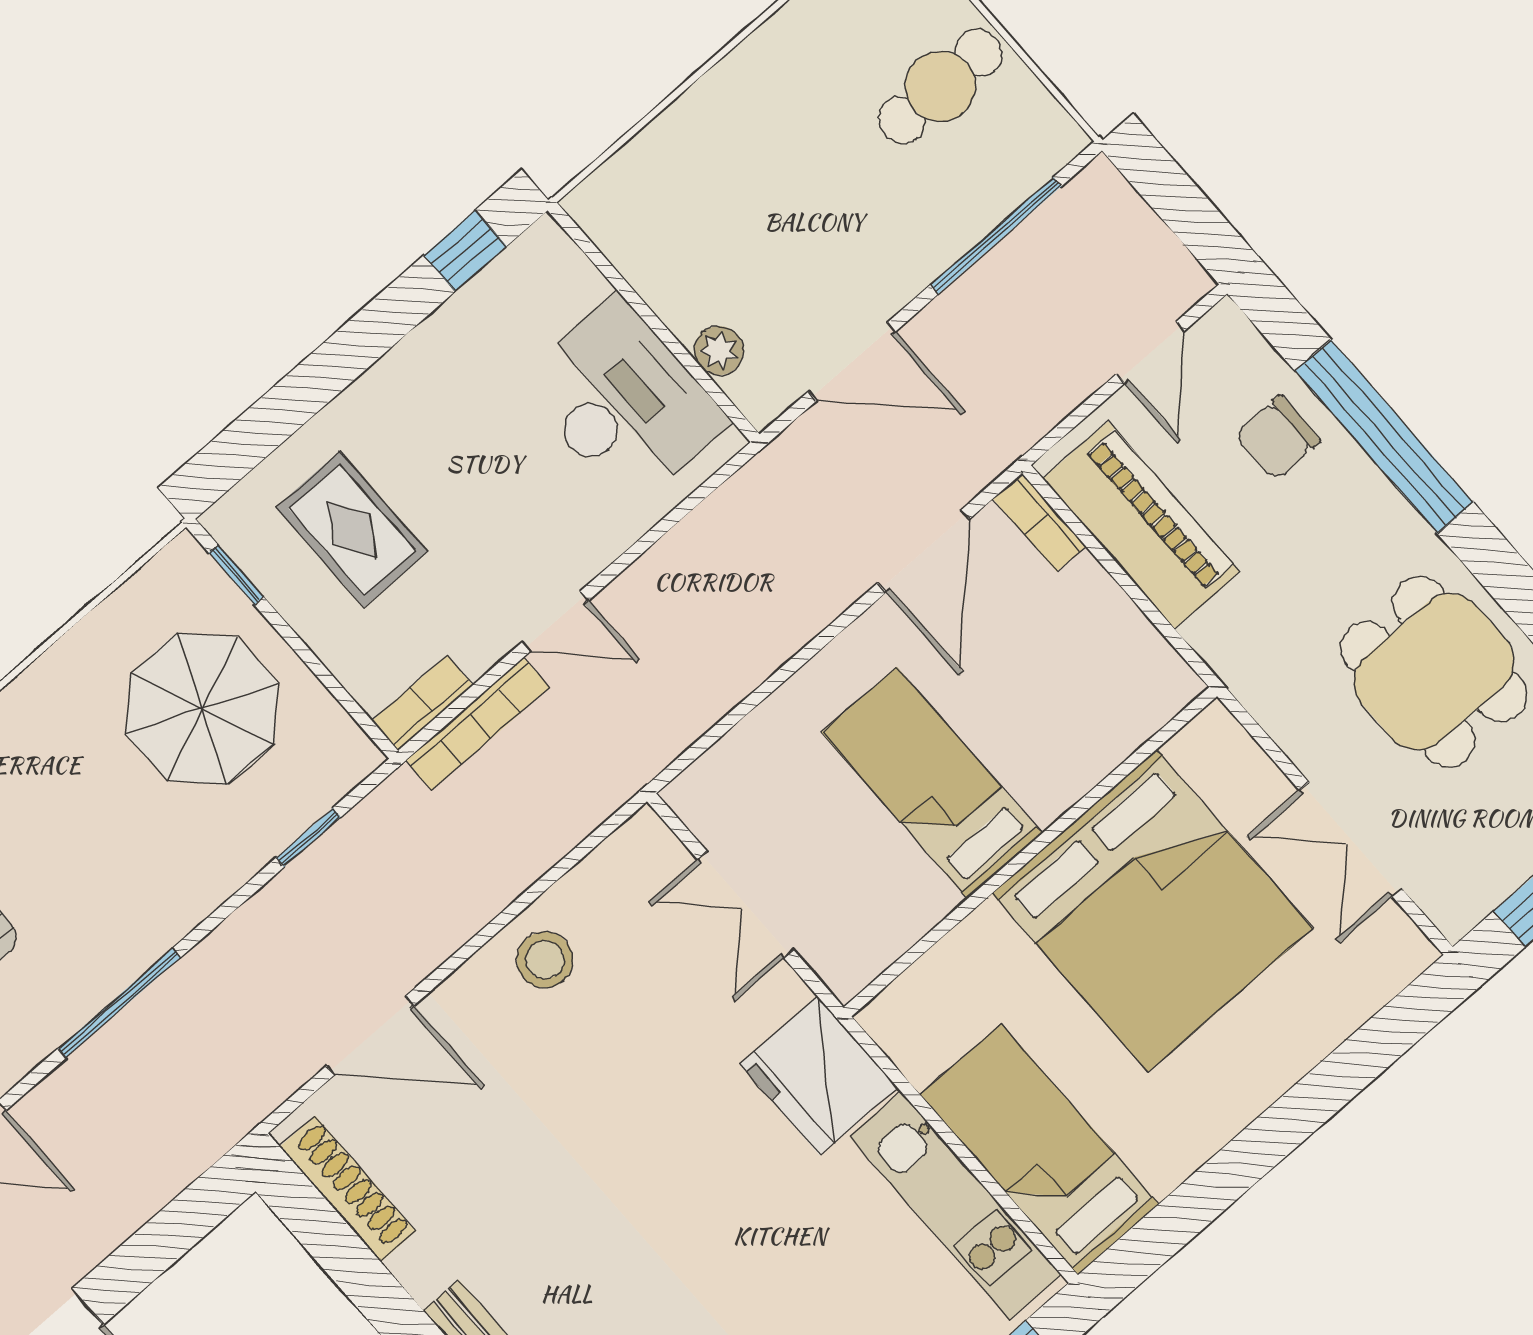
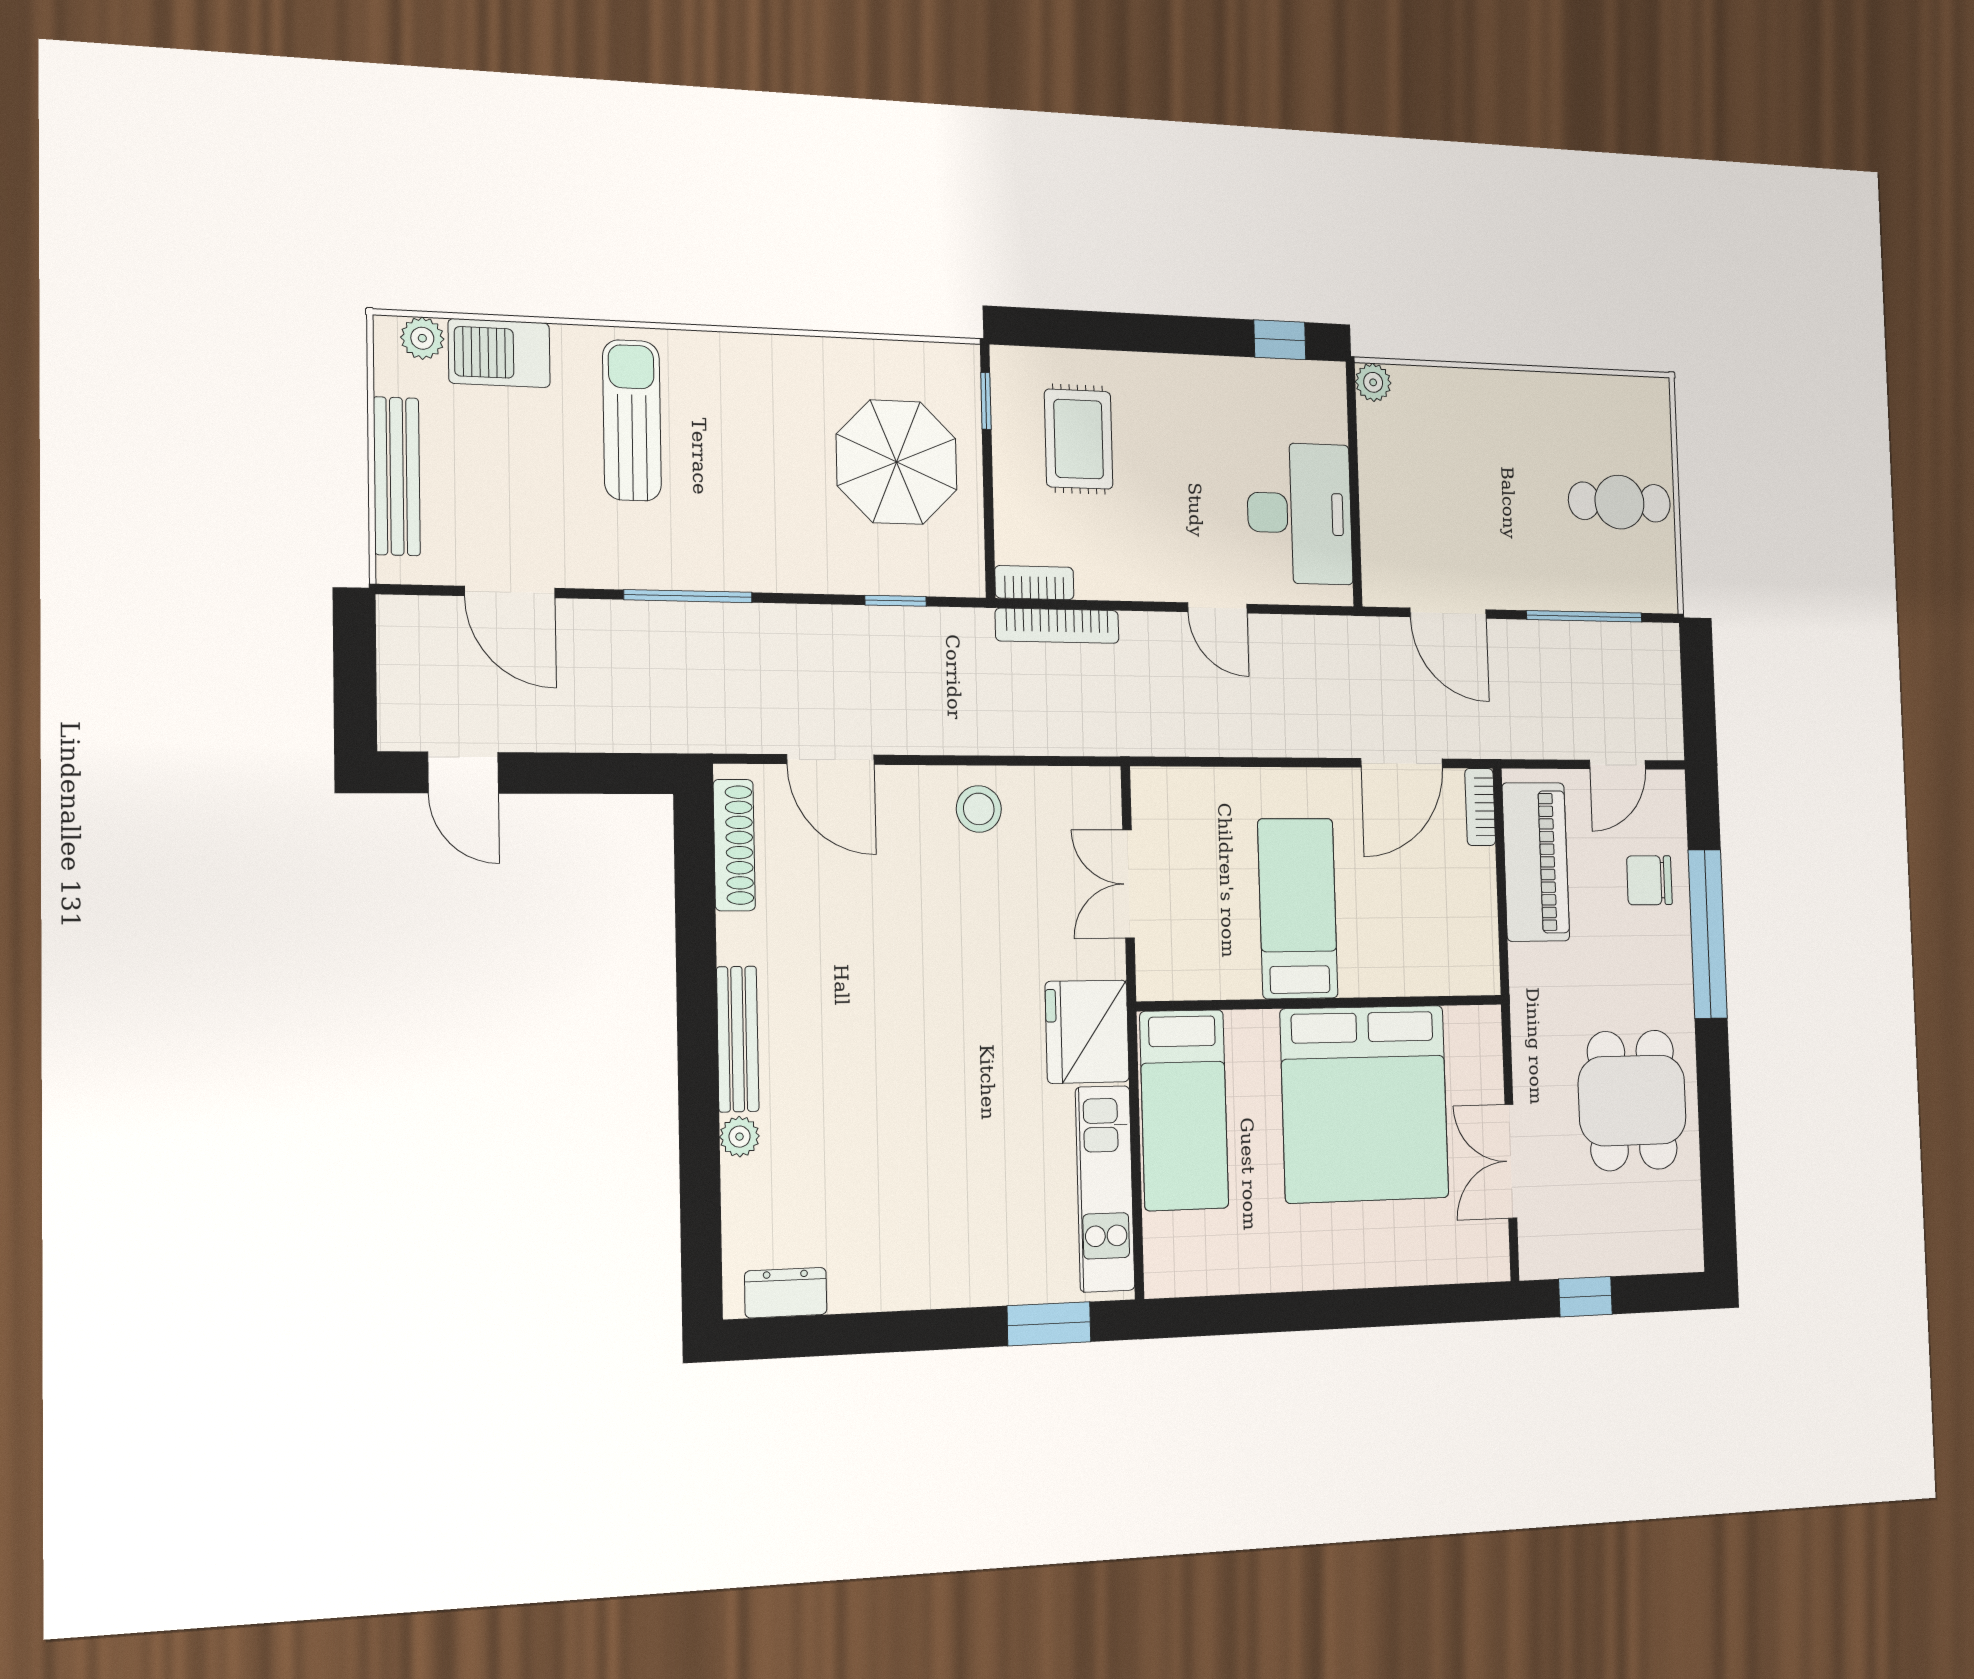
plant: (719, 351) -> (1373, 382), moved
door: (555, 621) -> (1217, 608), moved
bed: (1040, 1150) -> (1184, 1110), moved, turned 180

